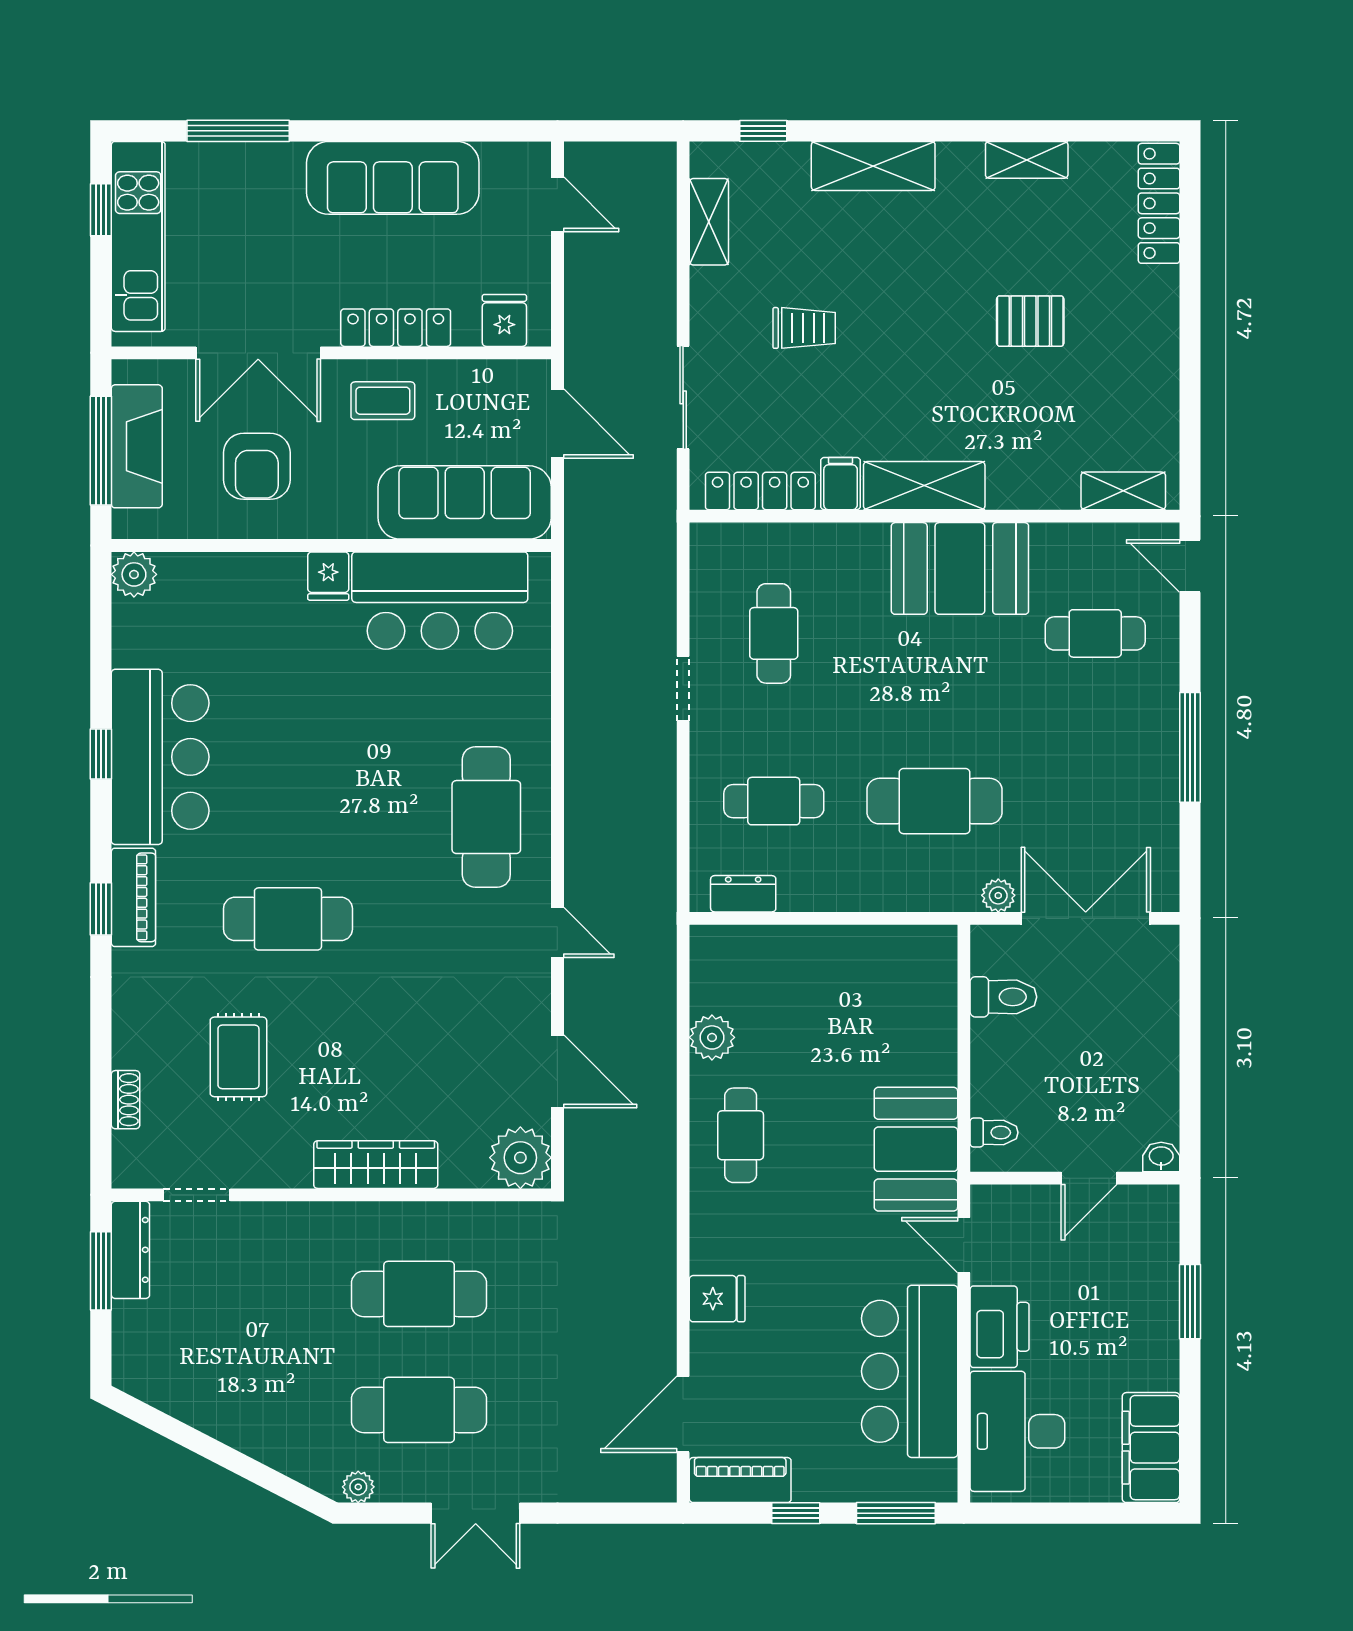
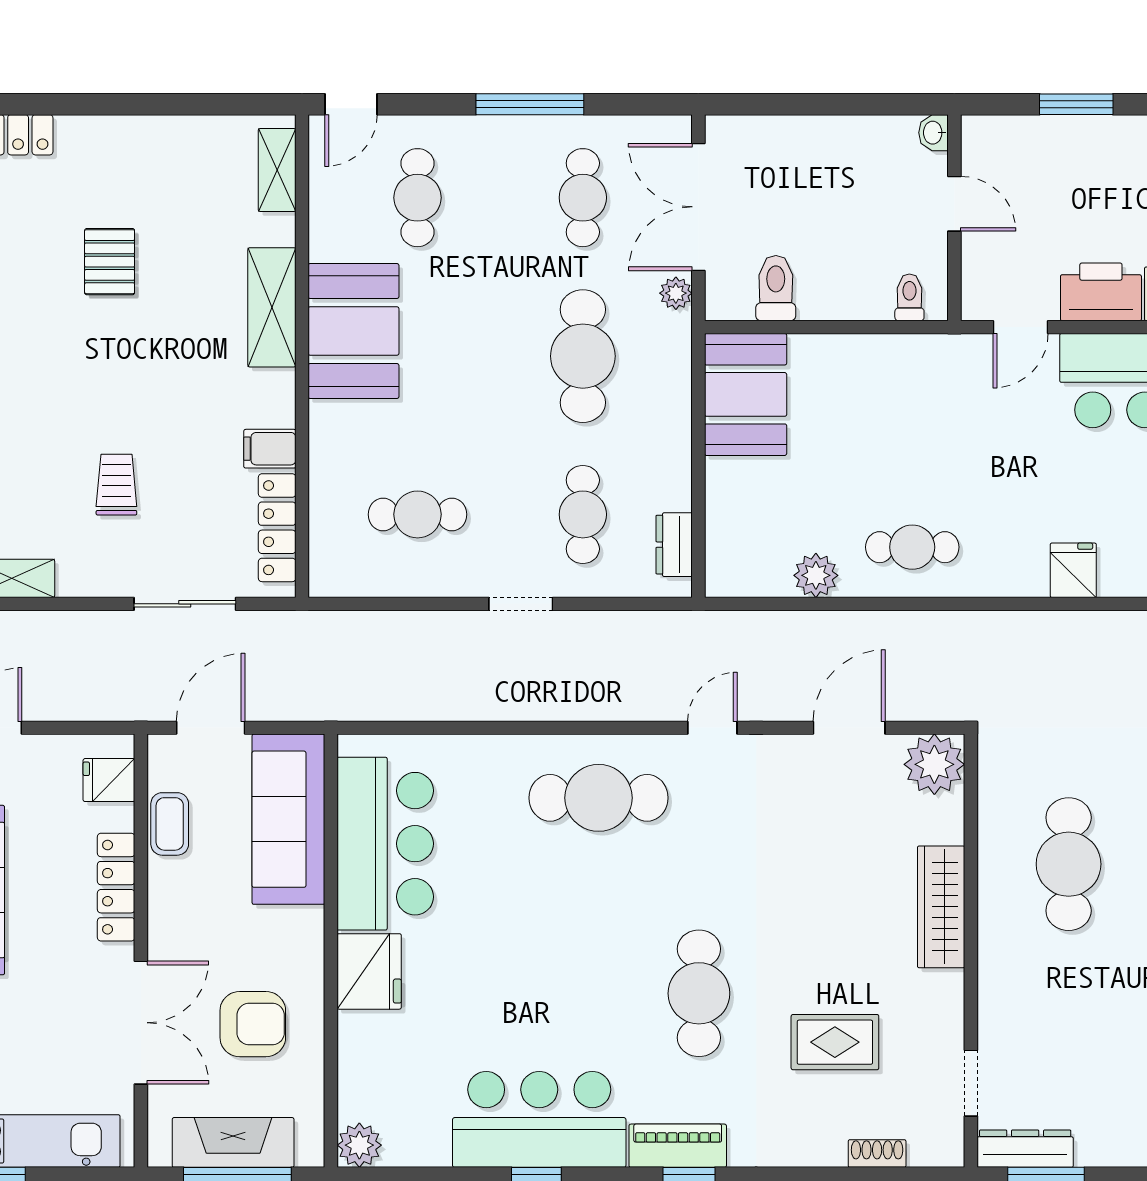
coffee table: (383, 401) -> (170, 824), moved
shelving: (924, 486) -> (272, 307), moved
fridge: (328, 576) -> (369, 971), width x1.88, depth x1.34
doorway: (683, 689) -> (521, 604), moved
cafe table: (1095, 801) -> (583, 198), added
booth: (916, 1149) -> (746, 394), moved, turned 90

